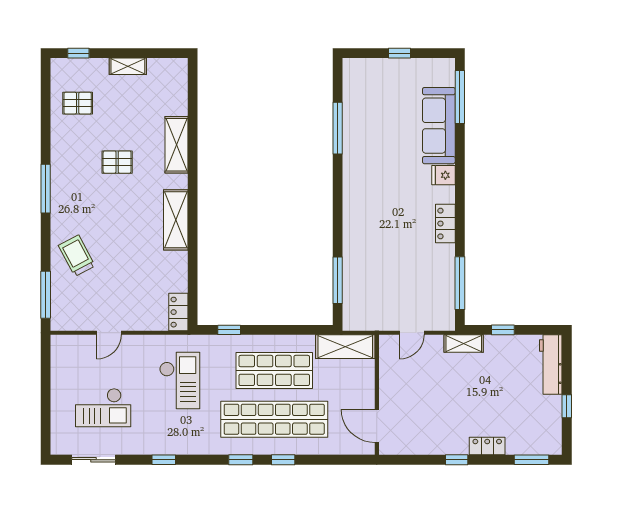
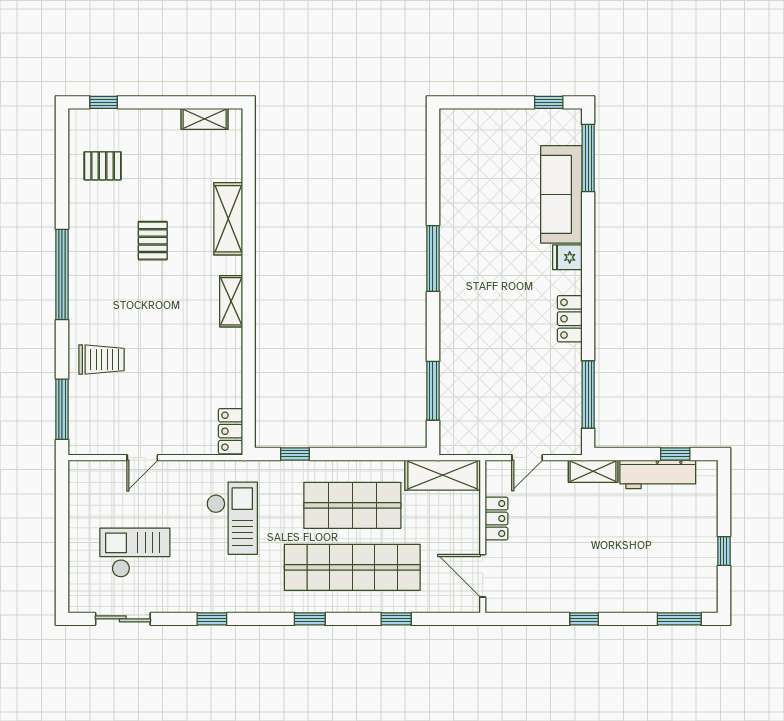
window: (399, 53) -> (549, 102), moved
shelving: (128, 66) -> (205, 119), moved
window: (338, 128) -> (433, 259), moved
pallet: (117, 162) -> (153, 241), turned 90
window: (46, 189) -> (62, 274), width x1.46
shelving: (176, 220) -> (231, 301), width x0.67, depth x0.75
trolley: (77, 256) -> (101, 360), turned 118
window: (503, 330) -> (675, 454), moved
workbench: (551, 365) -> (658, 474), moved, turned -90
checkout: (103, 408) -> (135, 553), turned 180
locker: (487, 446) -> (497, 519), moved, turned 90
window: (283, 460) -> (396, 619), moved

